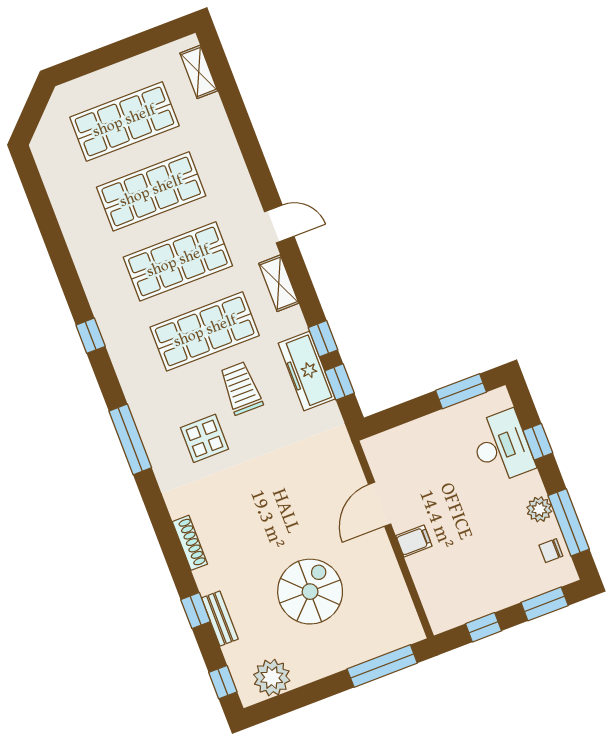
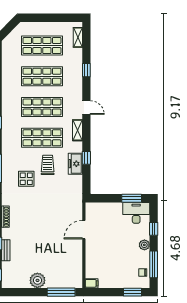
freezer: (307, 371) -> (75, 164), width x0.71
window: (340, 382) -> (86, 70), moved
desk: (502, 447) -> (136, 213), moved, turned -90
plant: (539, 509) -> (144, 245), moved
filing cabinet: (414, 541) -> (92, 283), moved
spiral stairs: (310, 592) -> (44, 253), removed
window: (484, 627) -> (106, 292), removed
plant: (272, 678) -> (37, 280), moved

